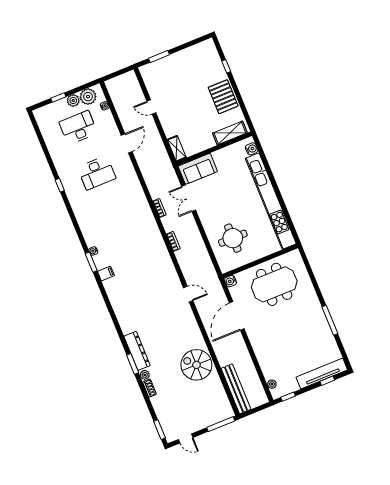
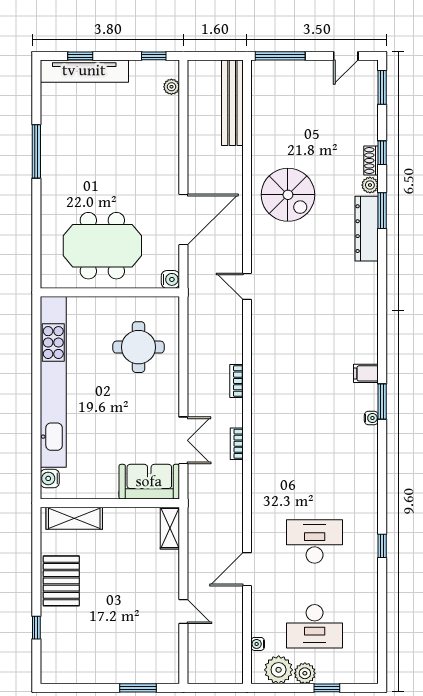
spiral stairs: (196, 365) -> (288, 195), moved
window: (145, 395) -> (382, 153), added
door: (186, 438) -> (346, 56), swing flipped

